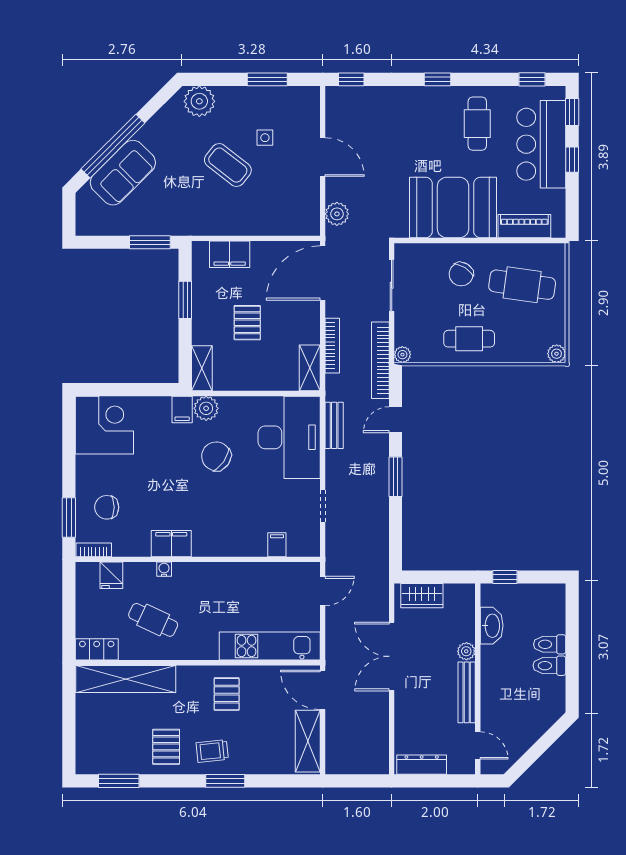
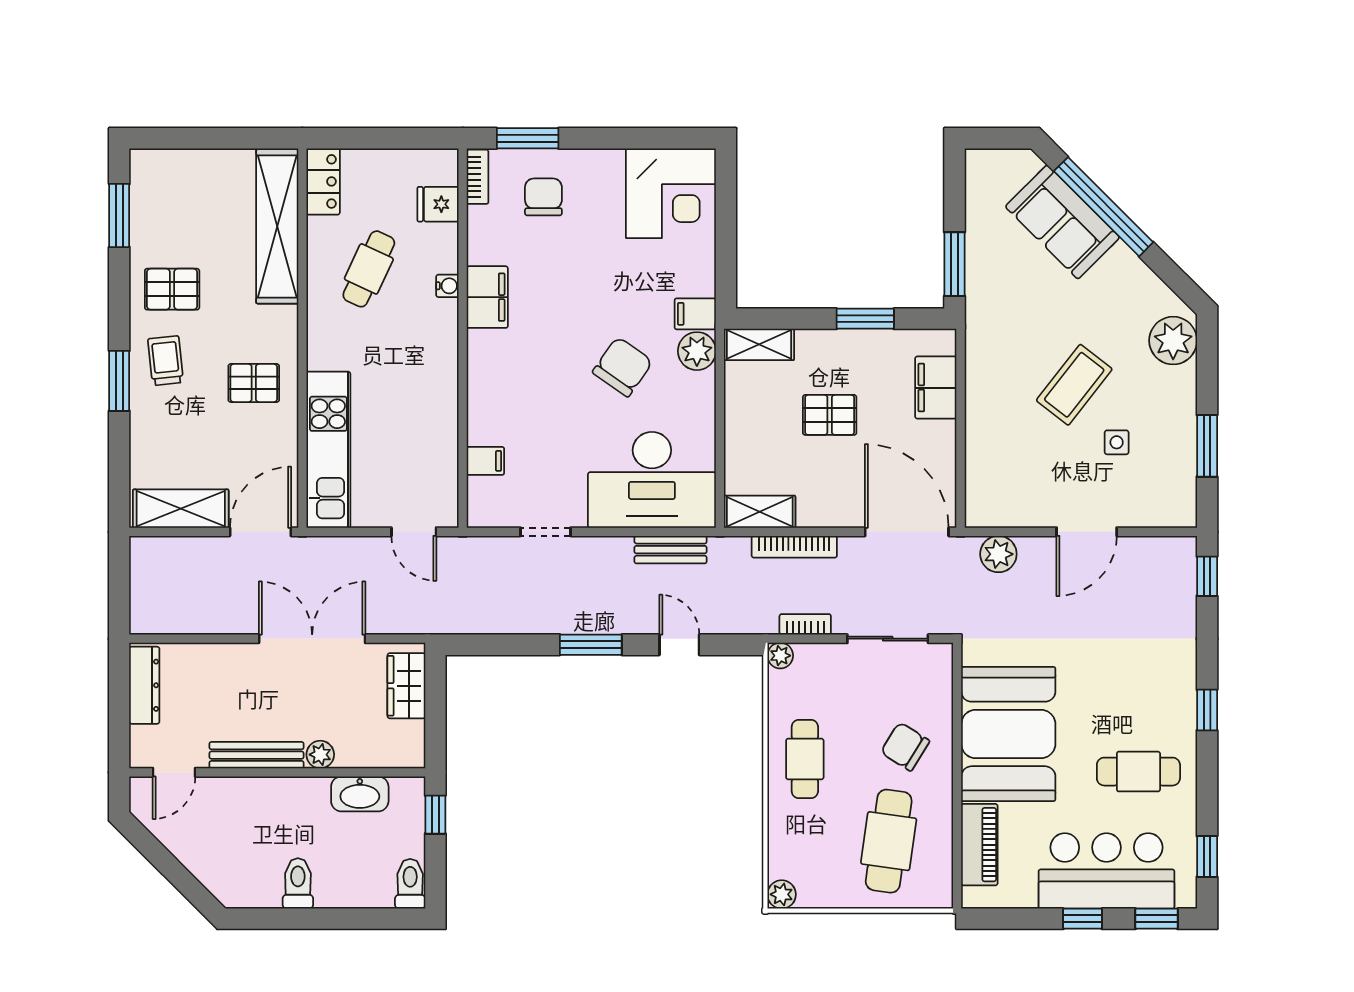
bookcase: (380, 360) -> (805, 624), width x0.43, depth x0.76
toilet: (550, 644) -> (410, 884), moved

